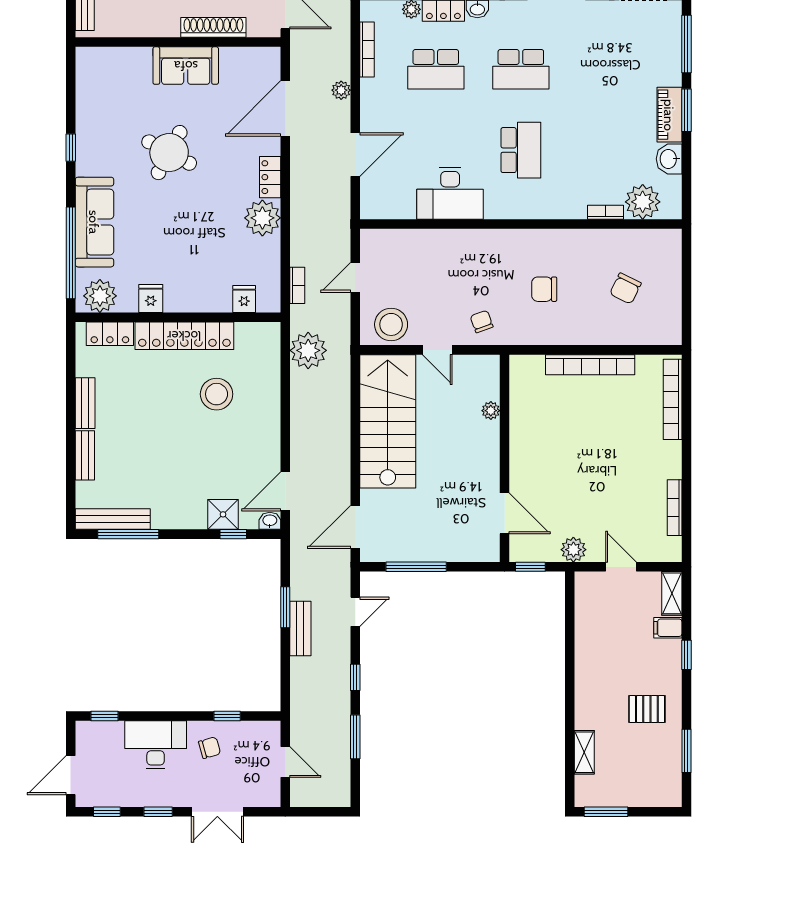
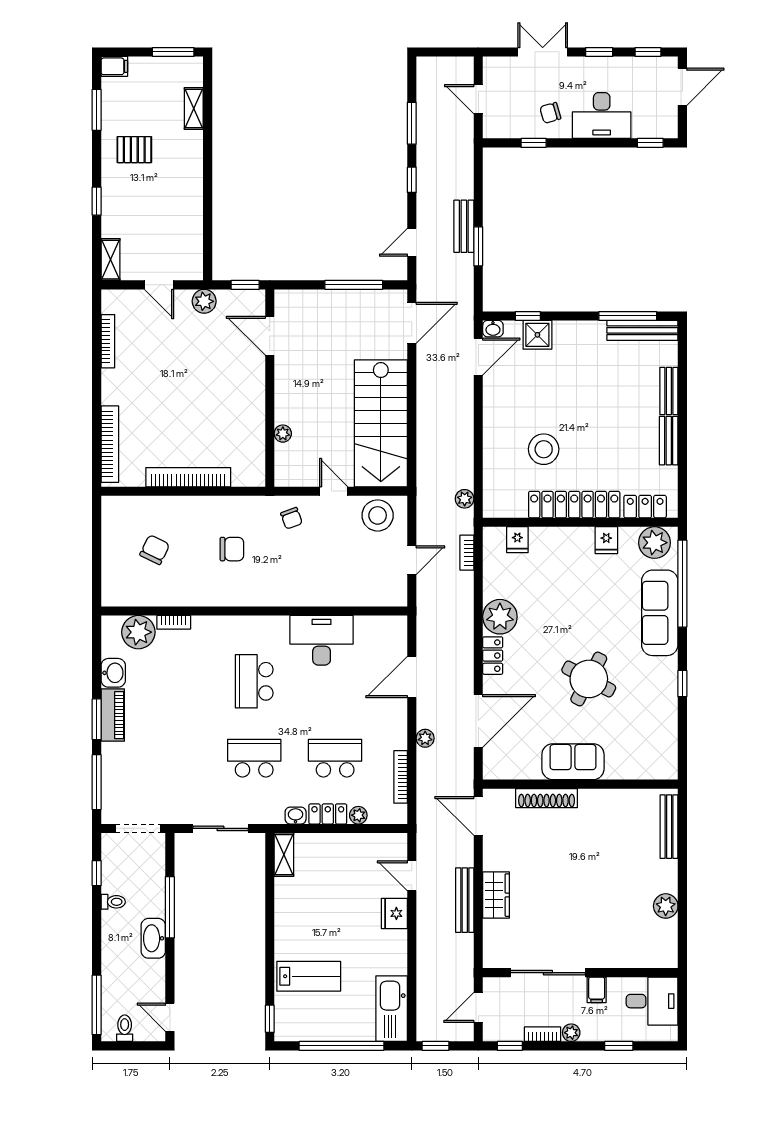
plant: (308, 350) -> (465, 499), width x0.53, depth x0.53
filing cabinet: (668, 628) -> (114, 66), moved

